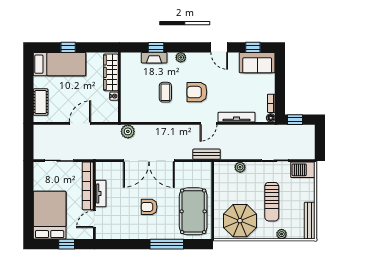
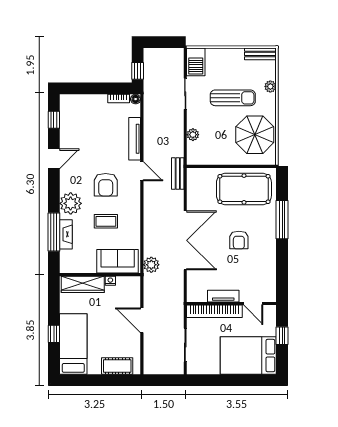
window: (156, 47) -> (54, 232), width x2.17
plant: (181, 57) -> (71, 203), width x1.87, depth x1.87
sofa: (257, 63) -> (118, 261), moved, turned -90
bench: (310, 221) -> (260, 54), width x0.73

